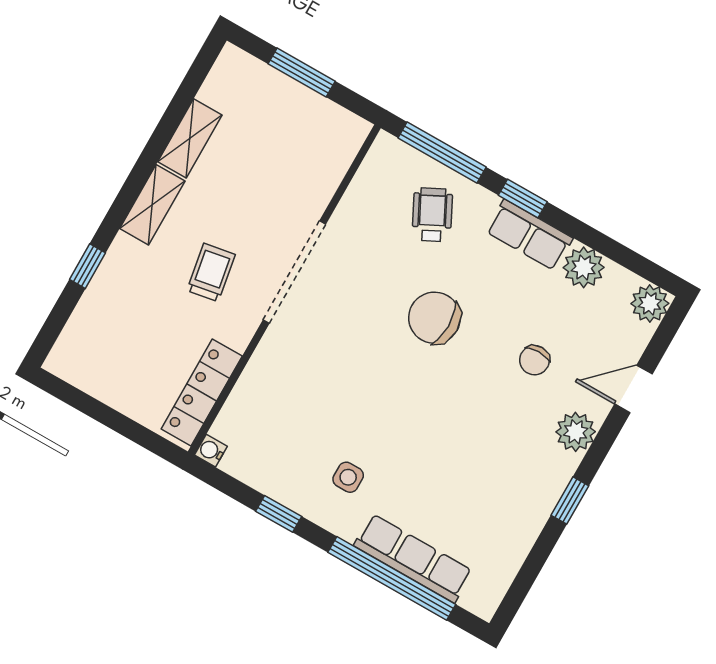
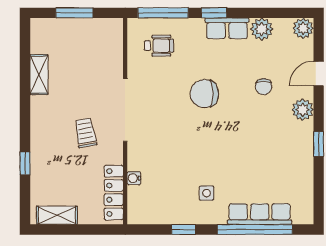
shelving: (152, 205) -> (57, 215), moved, turned 90
wheelchair: (432, 215) -> (159, 46), moved, turned 117
water cooler: (211, 451) -> (134, 178), moved

